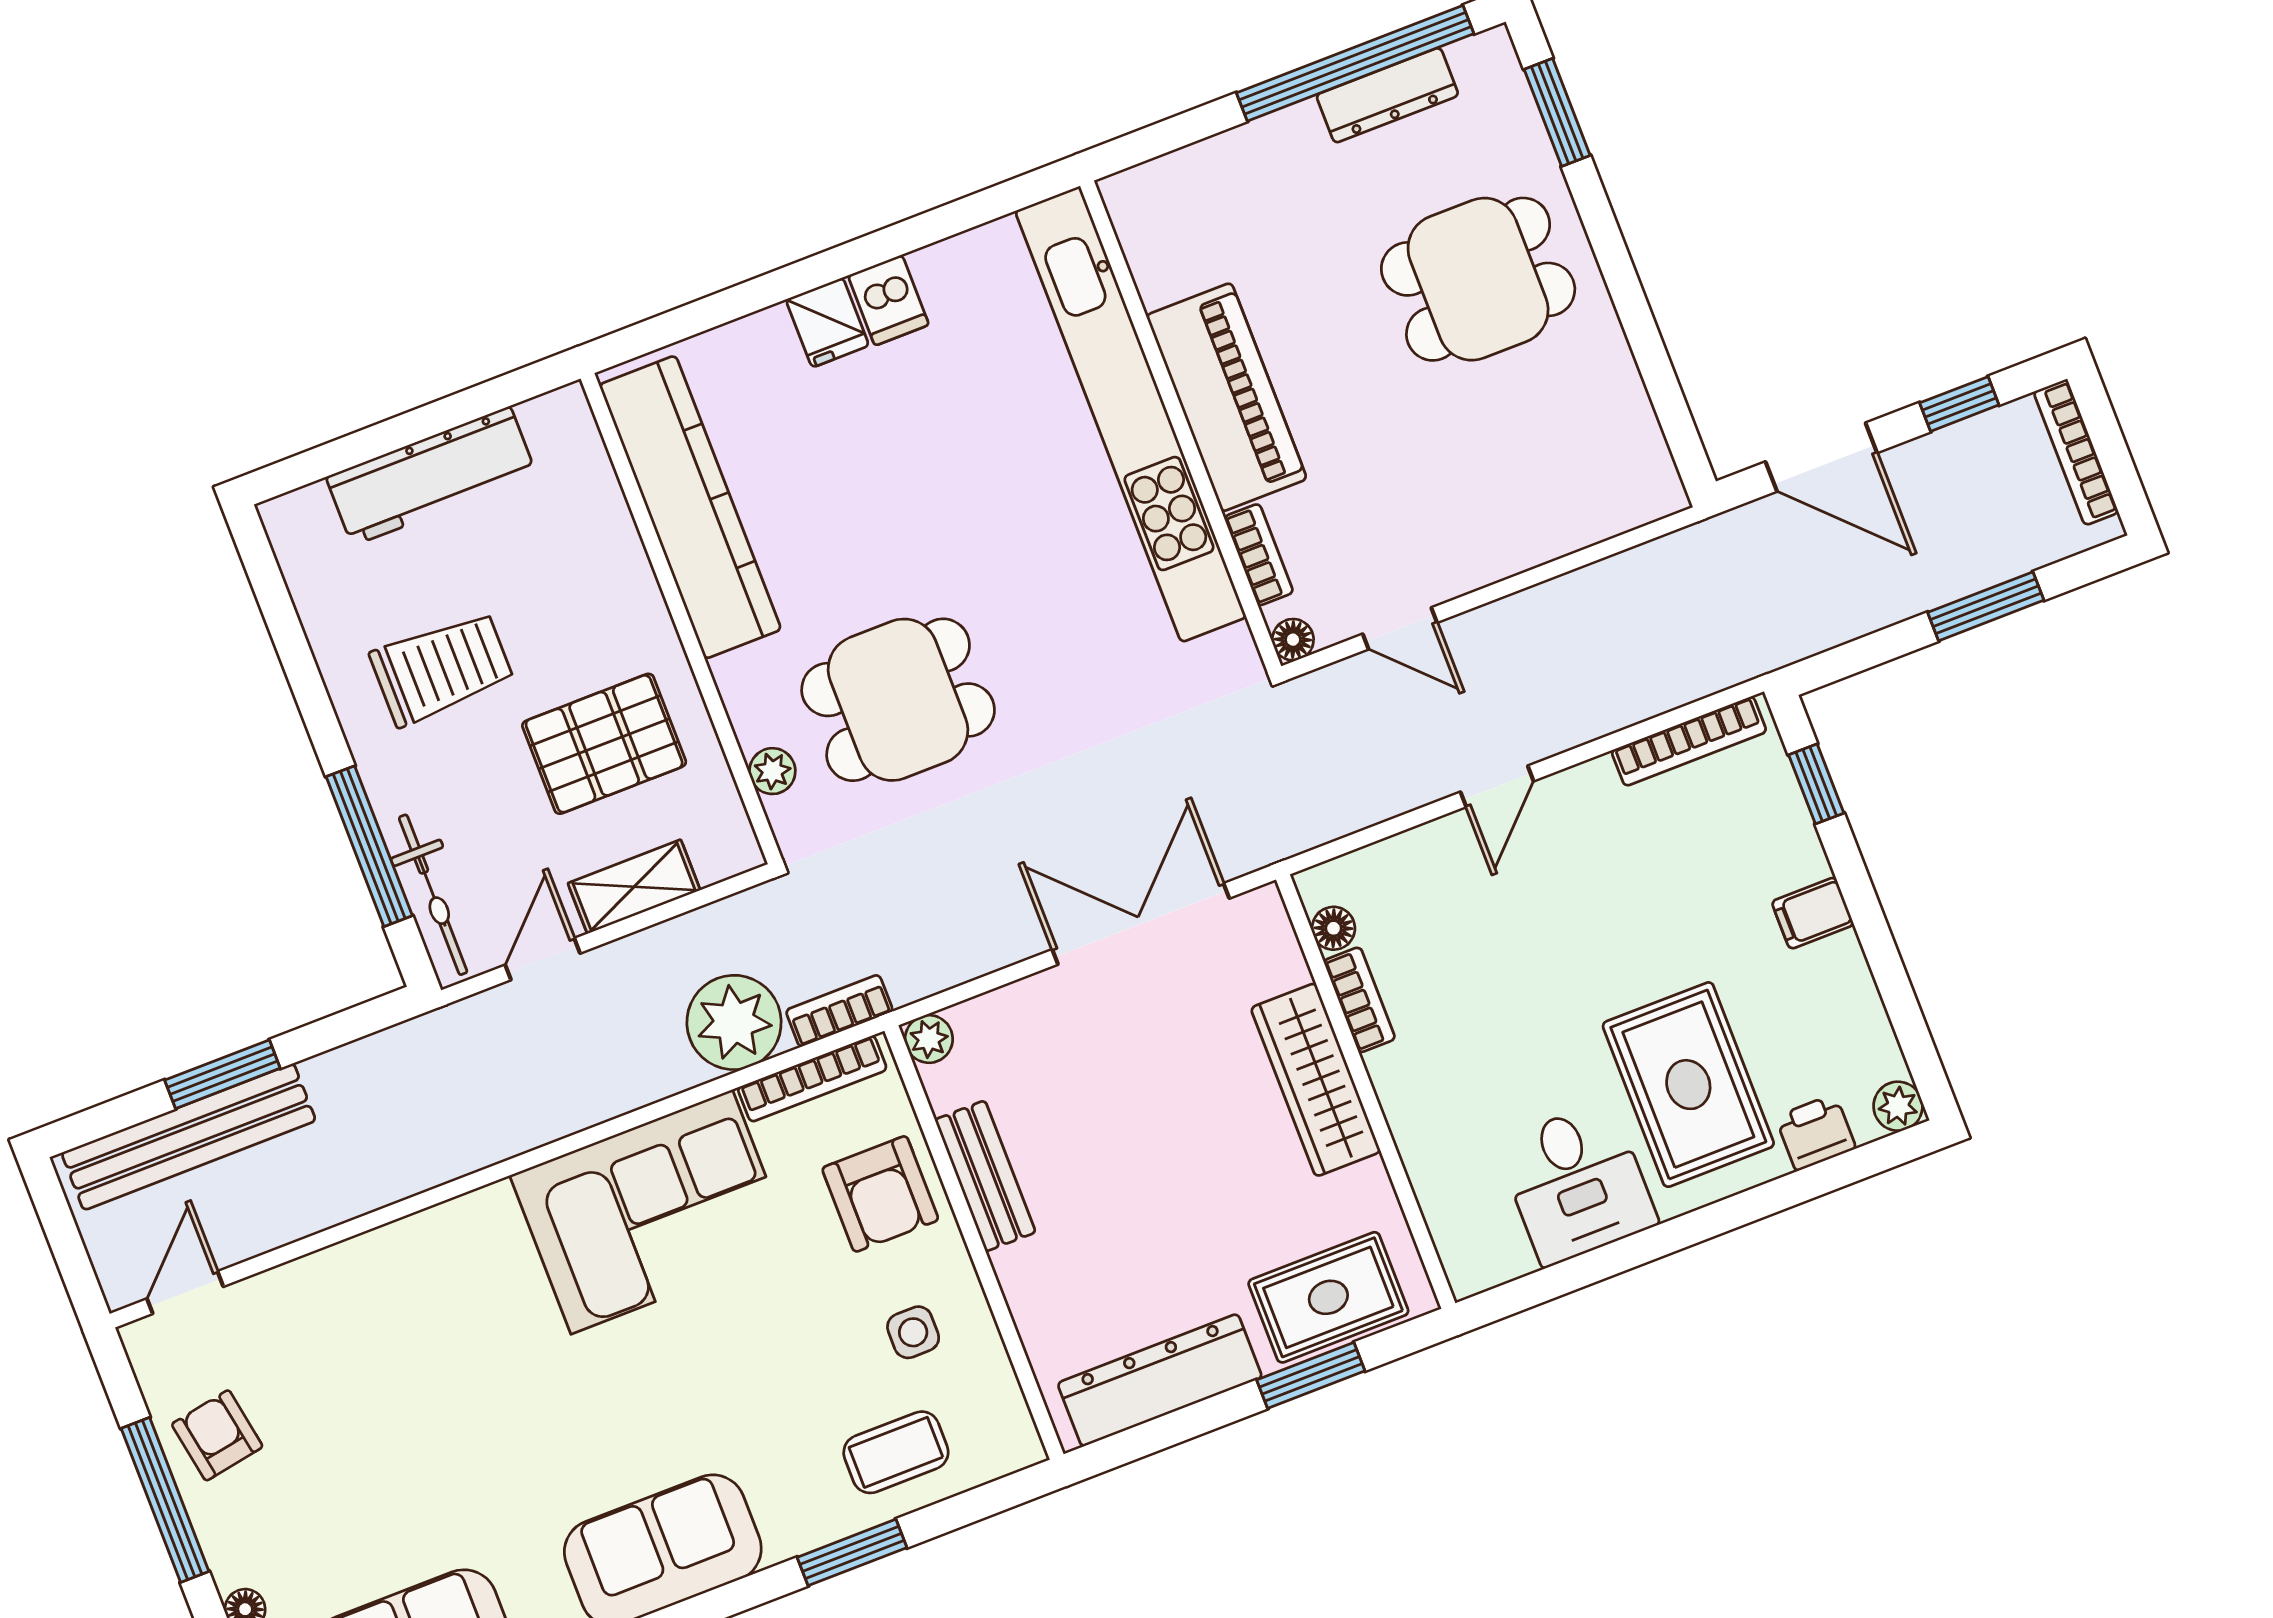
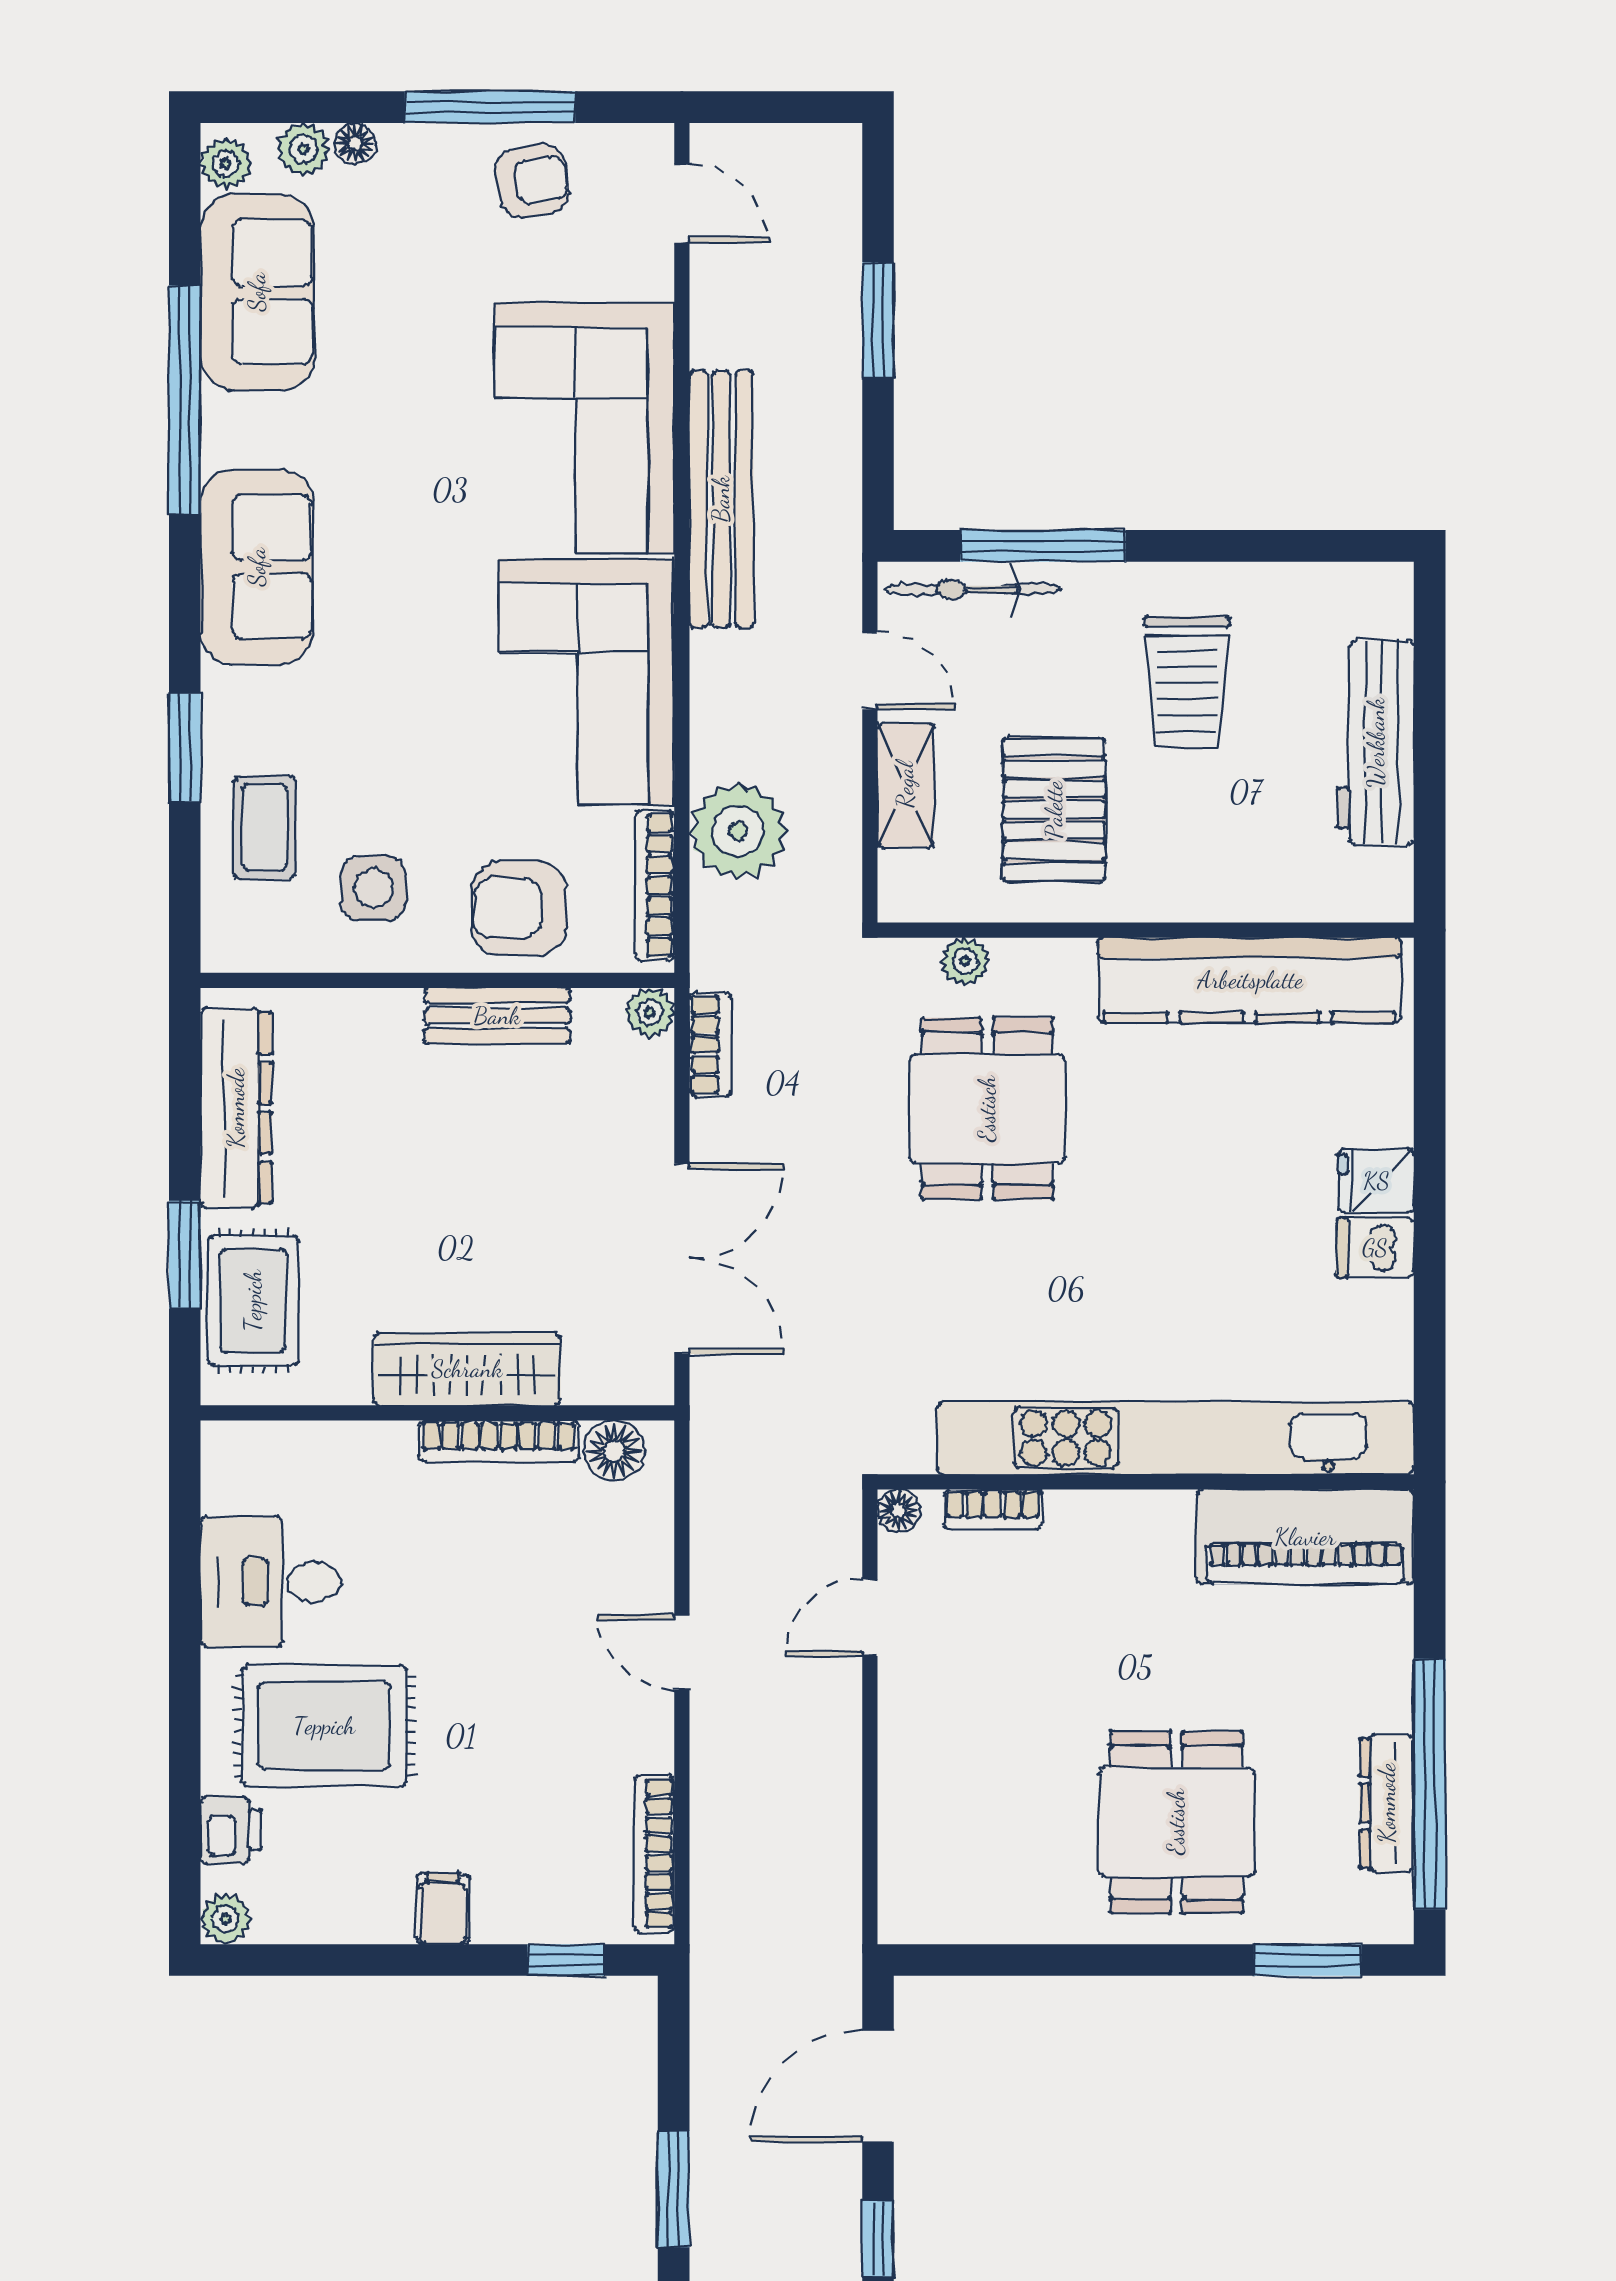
piano: (1226, 397) -> (1305, 1537), moved
floor lamp: (1333, 928) -> (614, 1451), width x1.37, depth x1.37
bookcase: (1359, 1000) -> (499, 1441), width x1.56
bookcase: (839, 1011) -> (710, 1045), moved
bench: (189, 1137) -> (721, 499), moved
corner sofa: (422, 1302) -> (585, 428), added
side table: (913, 1332) -> (374, 888), width x1.37, depth x1.37

